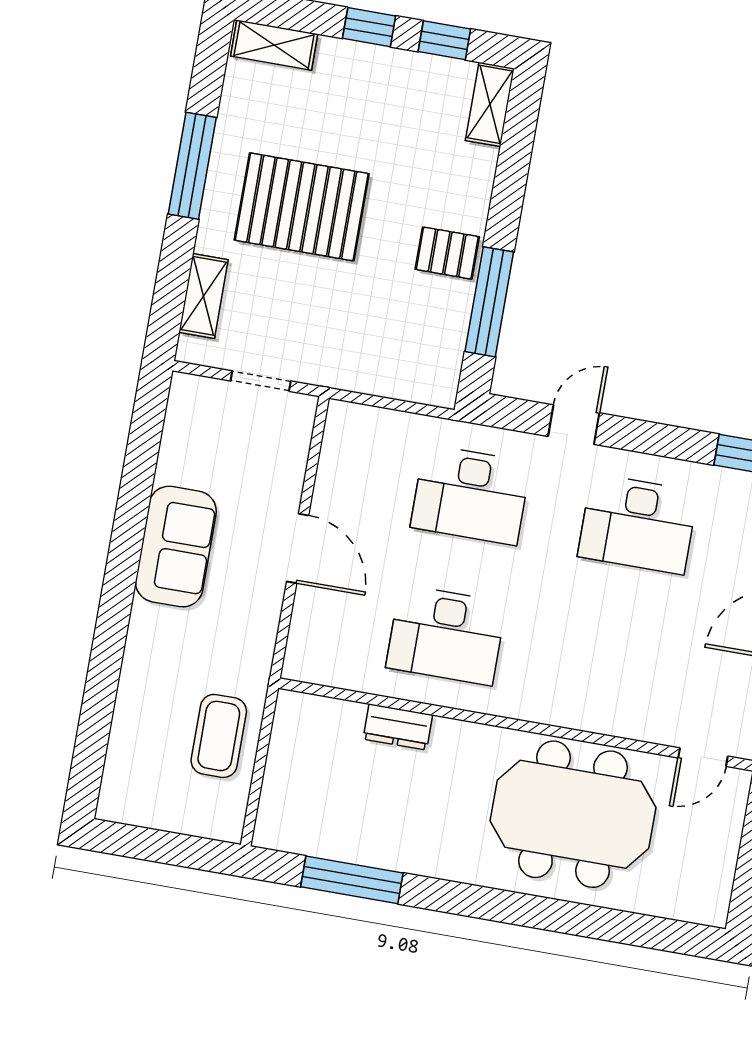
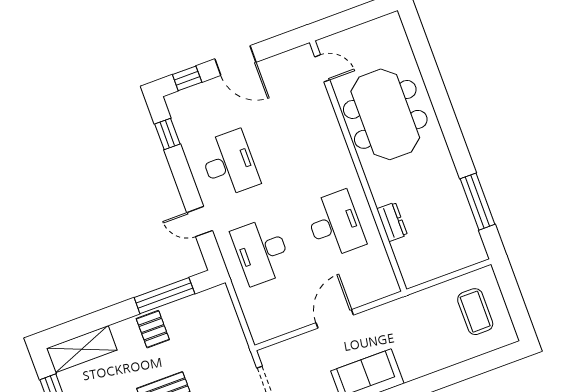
shelving: (490, 104) -> (82, 349), width x1.50, depth x1.33
desk: (471, 495) -> (261, 251), turned 180
coffee table: (219, 736) -> (475, 312), moved, turned 90

